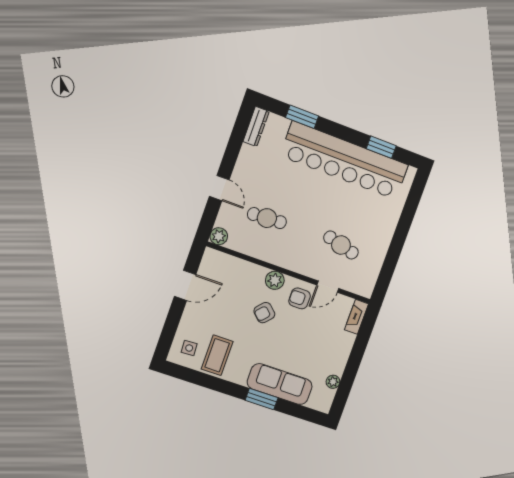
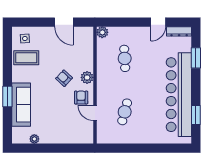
door: (219, 188) -> (158, 22), moved
fireplace: (356, 317) -> (82, 139), removed

